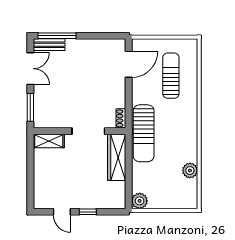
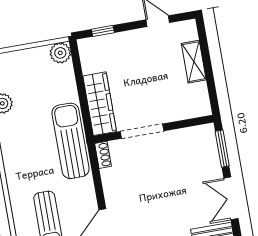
shelving: (49, 141) -> (194, 62), moved, turned 90
window: (88, 212) -> (103, 31), moved

